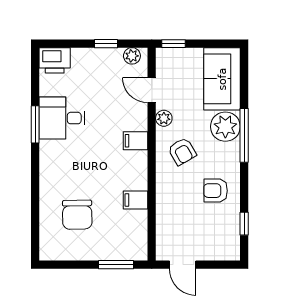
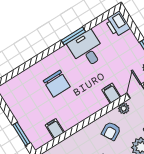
filing cabinet: (136, 141) -> (111, 93), moved
filing cabinet: (135, 200) -> (55, 129), moved
chair: (77, 215) -> (57, 84), moved, turned -89

